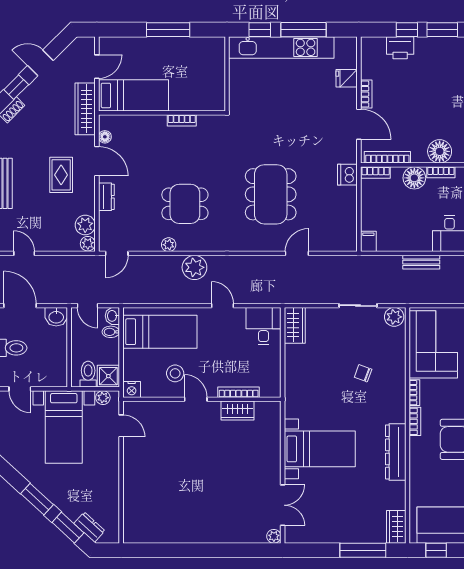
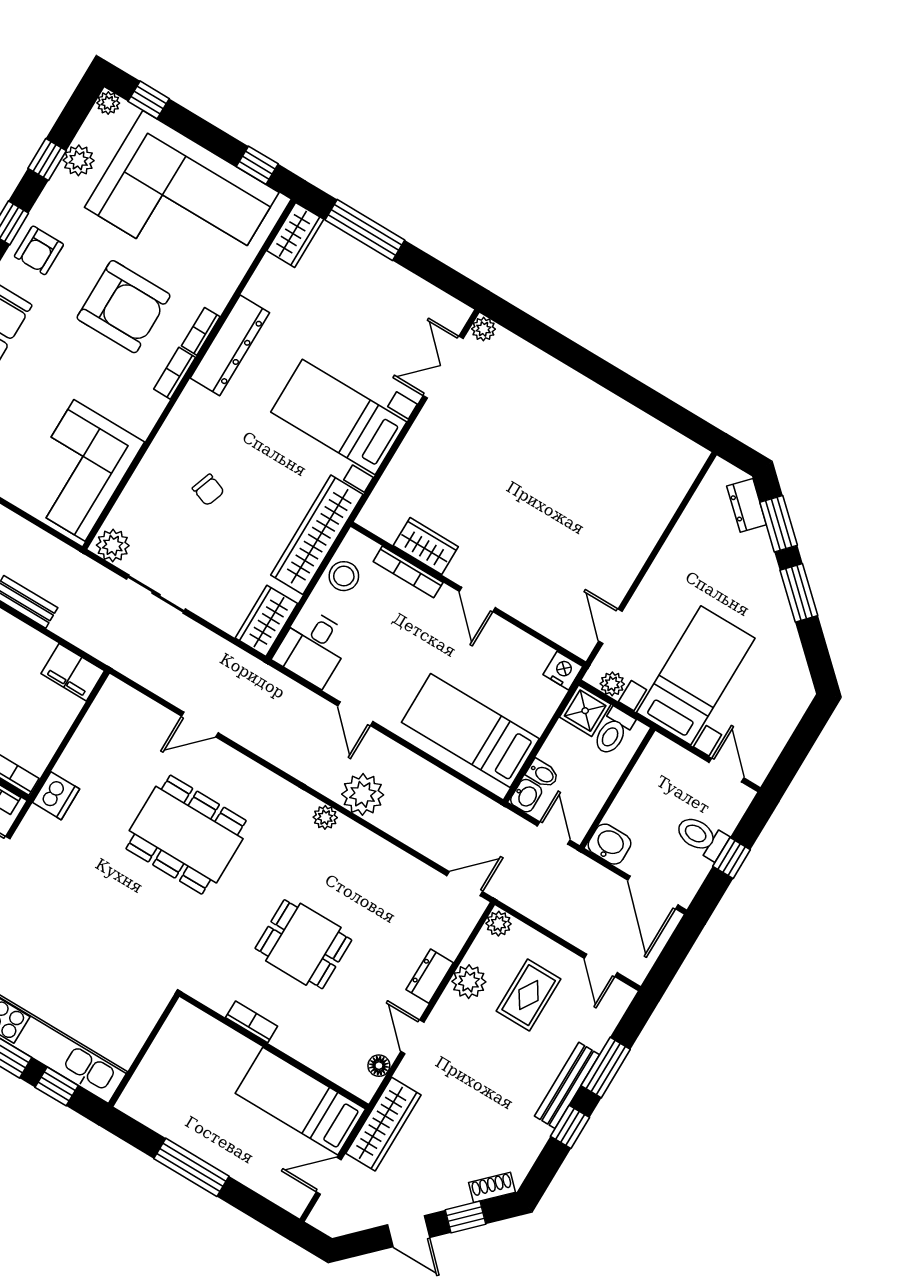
door: (97, 161) -> (412, 1037), width x0.73
rug: (61, 175) -> (529, 995), moved
dining table: (271, 194) -> (186, 835), turned 90
dining table: (185, 204) -> (303, 944), moved
plant: (85, 225) -> (469, 982), moved
filing cabinet: (368, 241) -> (73, 672), width x2.00
plant: (169, 245) -> (325, 817), moved
stool: (175, 373) -> (344, 576), moved
wardrobe: (295, 383) -> (317, 535), added
bookcase: (414, 393) -> (201, 331), moved

